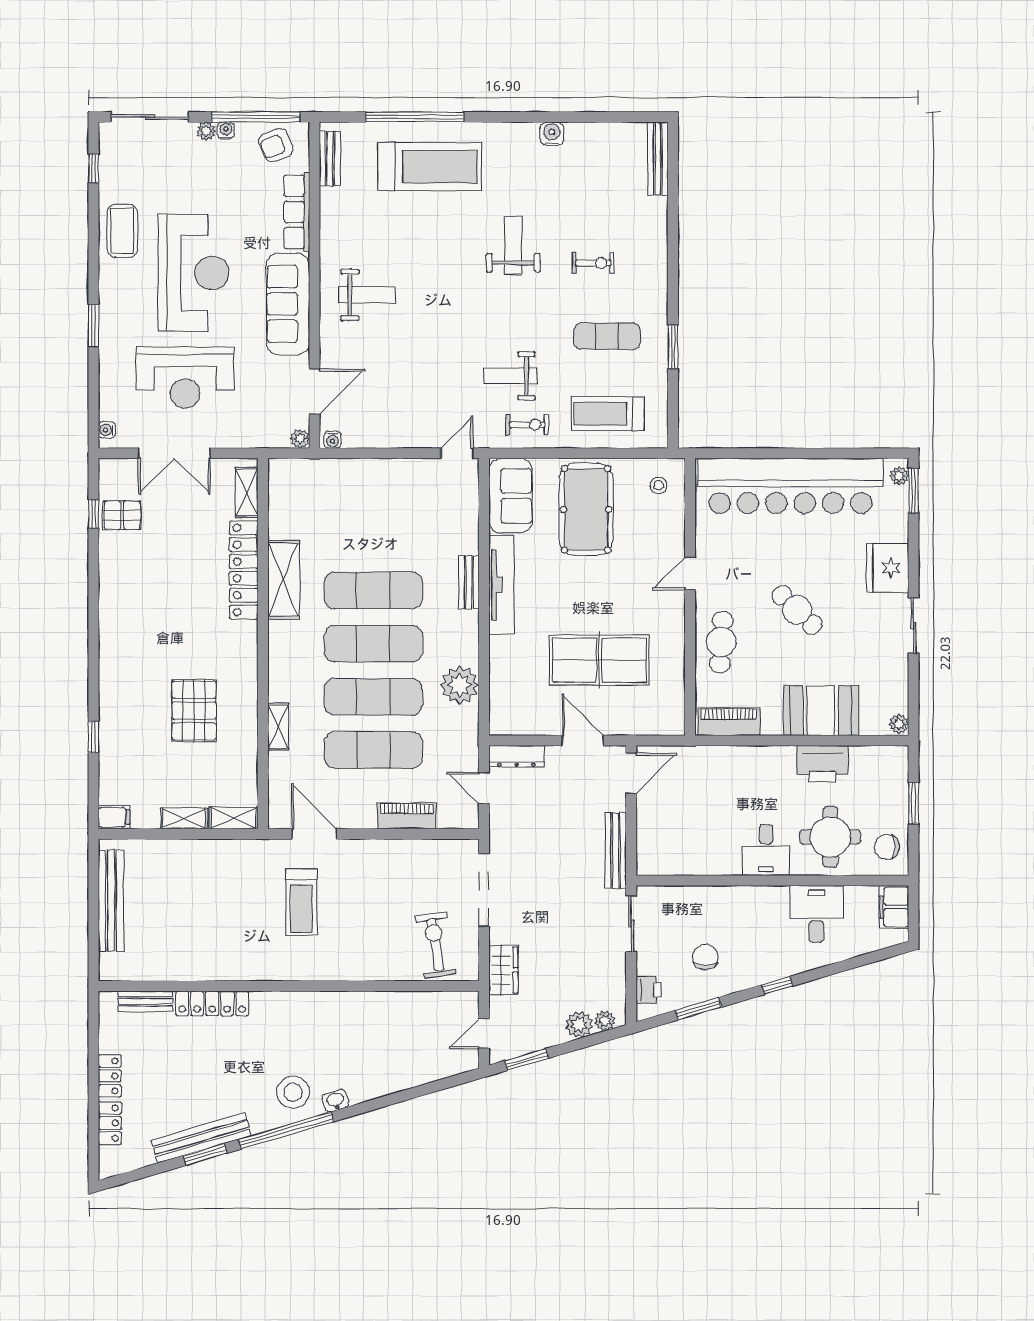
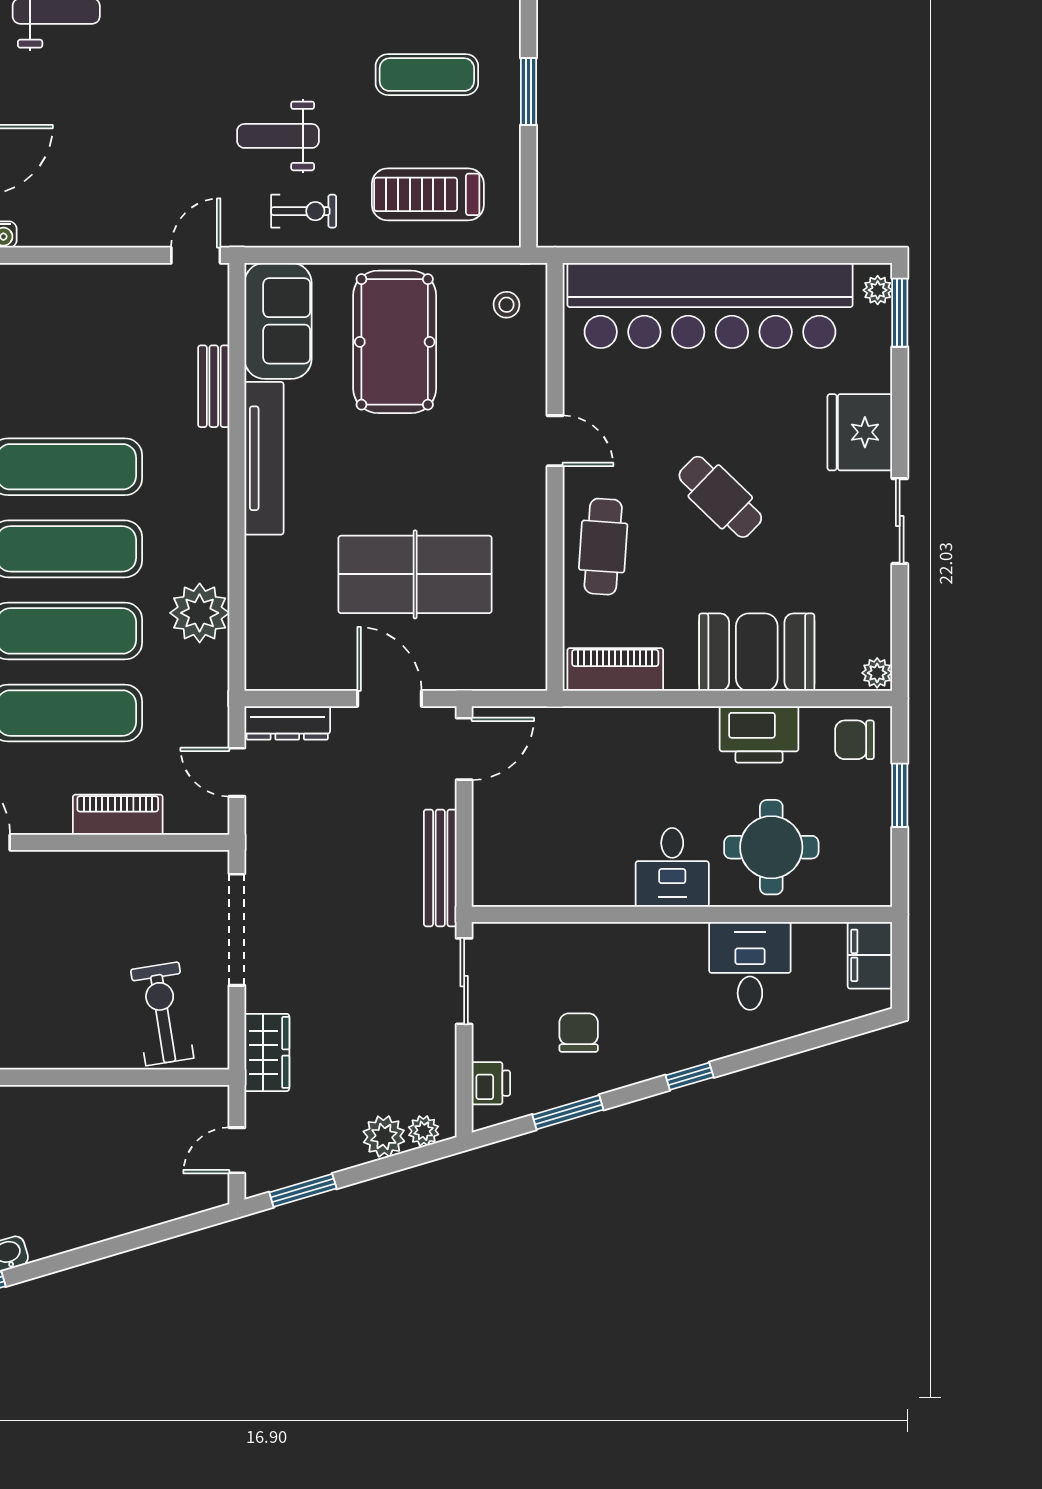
door: (690, 574) -> (555, 441), swing flipped
bench: (469, 582) -> (214, 386), moved
chair: (887, 847) -> (854, 740), moved

